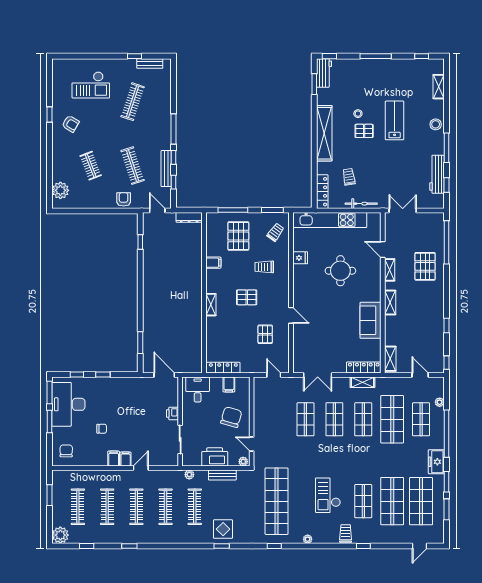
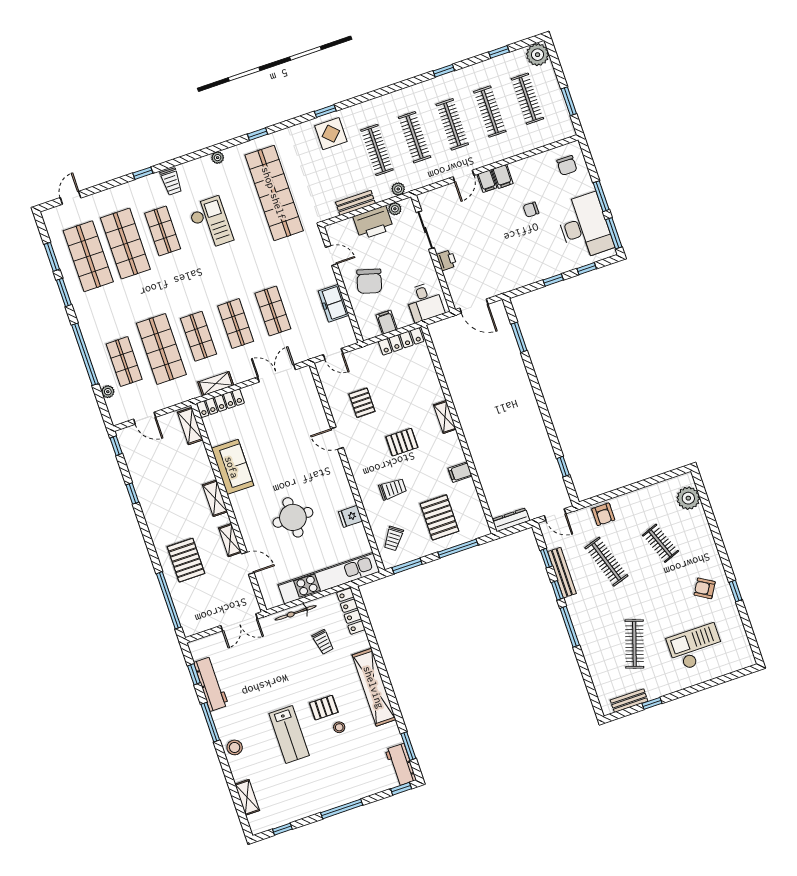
plant: (243, 462) -> (395, 209), moved
freezer: (436, 462) -> (334, 303), moved, turned 180

